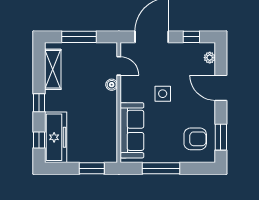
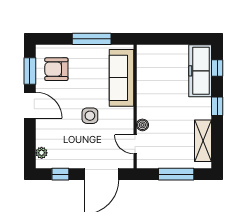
door: (221, 88) -> (30, 105), moved
window: (92, 168) -> (163, 39), removed

